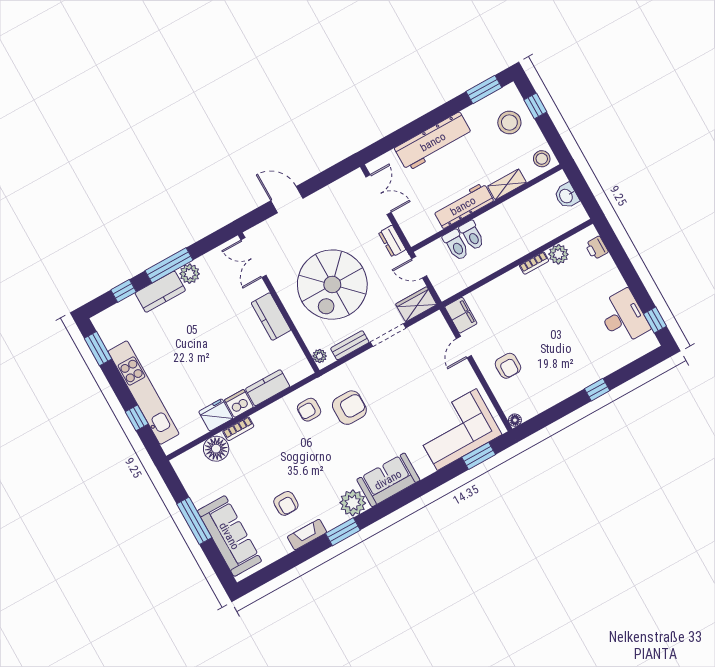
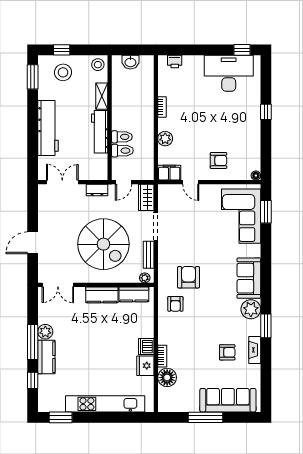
plant: (558, 254) -> (165, 139), moved
desk: (623, 317) -> (229, 73), width x1.36, depth x1.30
kitchen counter: (268, 388) -> (134, 294), moved, turned -90
window: (137, 418) -> (119, 417), removed

